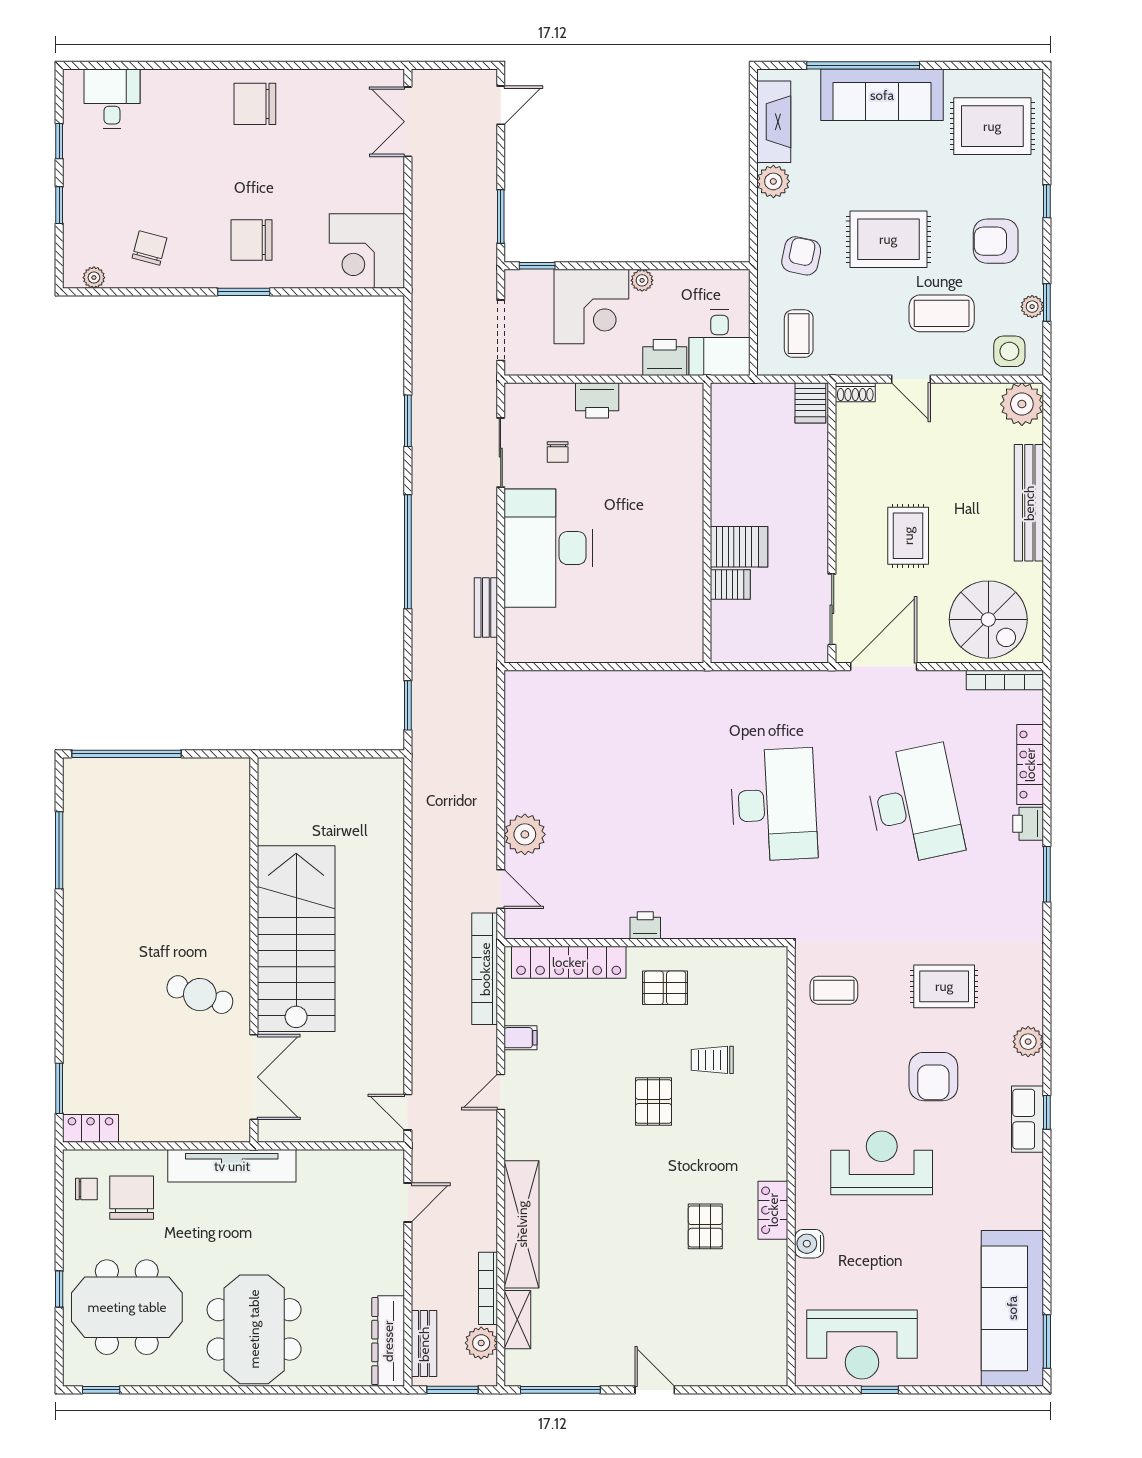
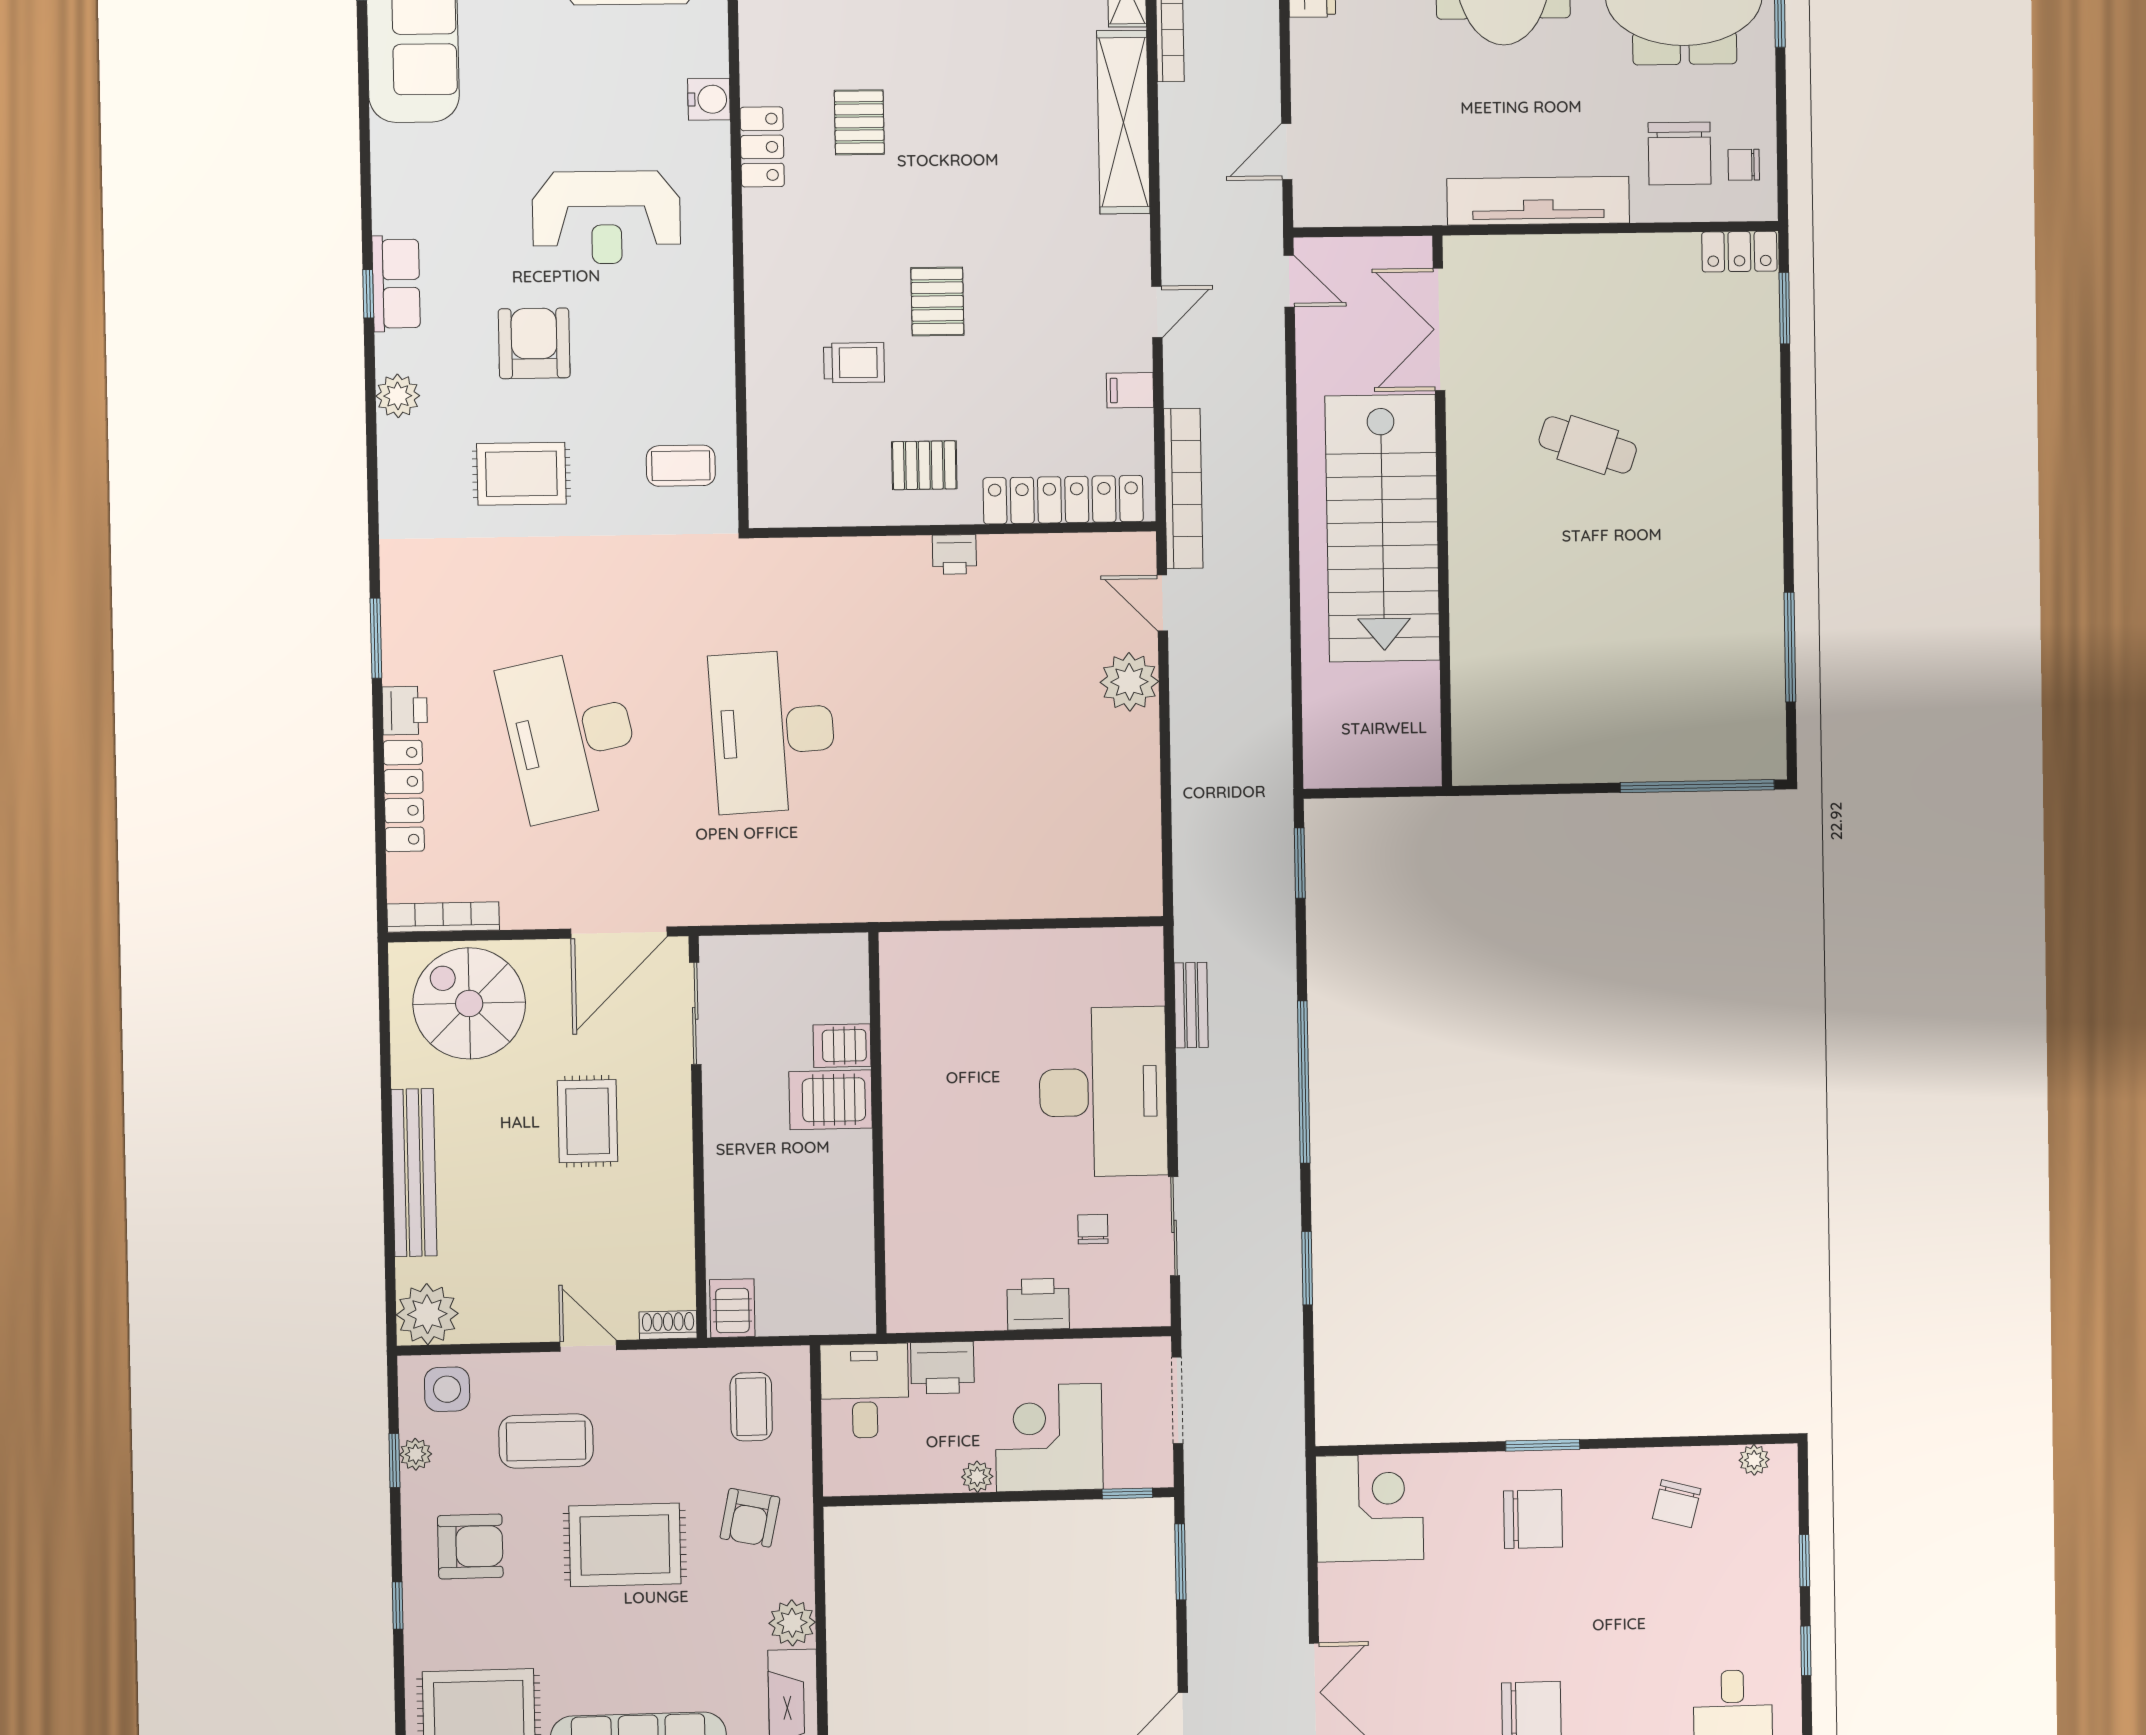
stairs: (296, 939) -> (1382, 528), moved
wall: (254, 950) -> (1442, 511), moved
double door: (254, 1077) -> (1439, 329), moved

